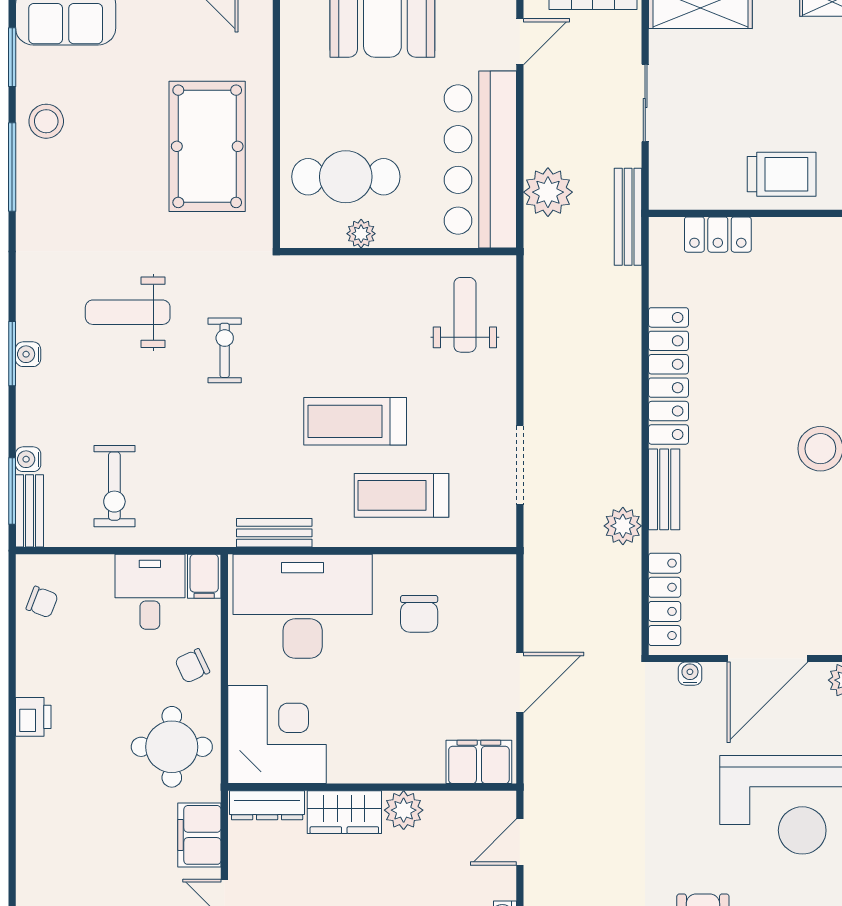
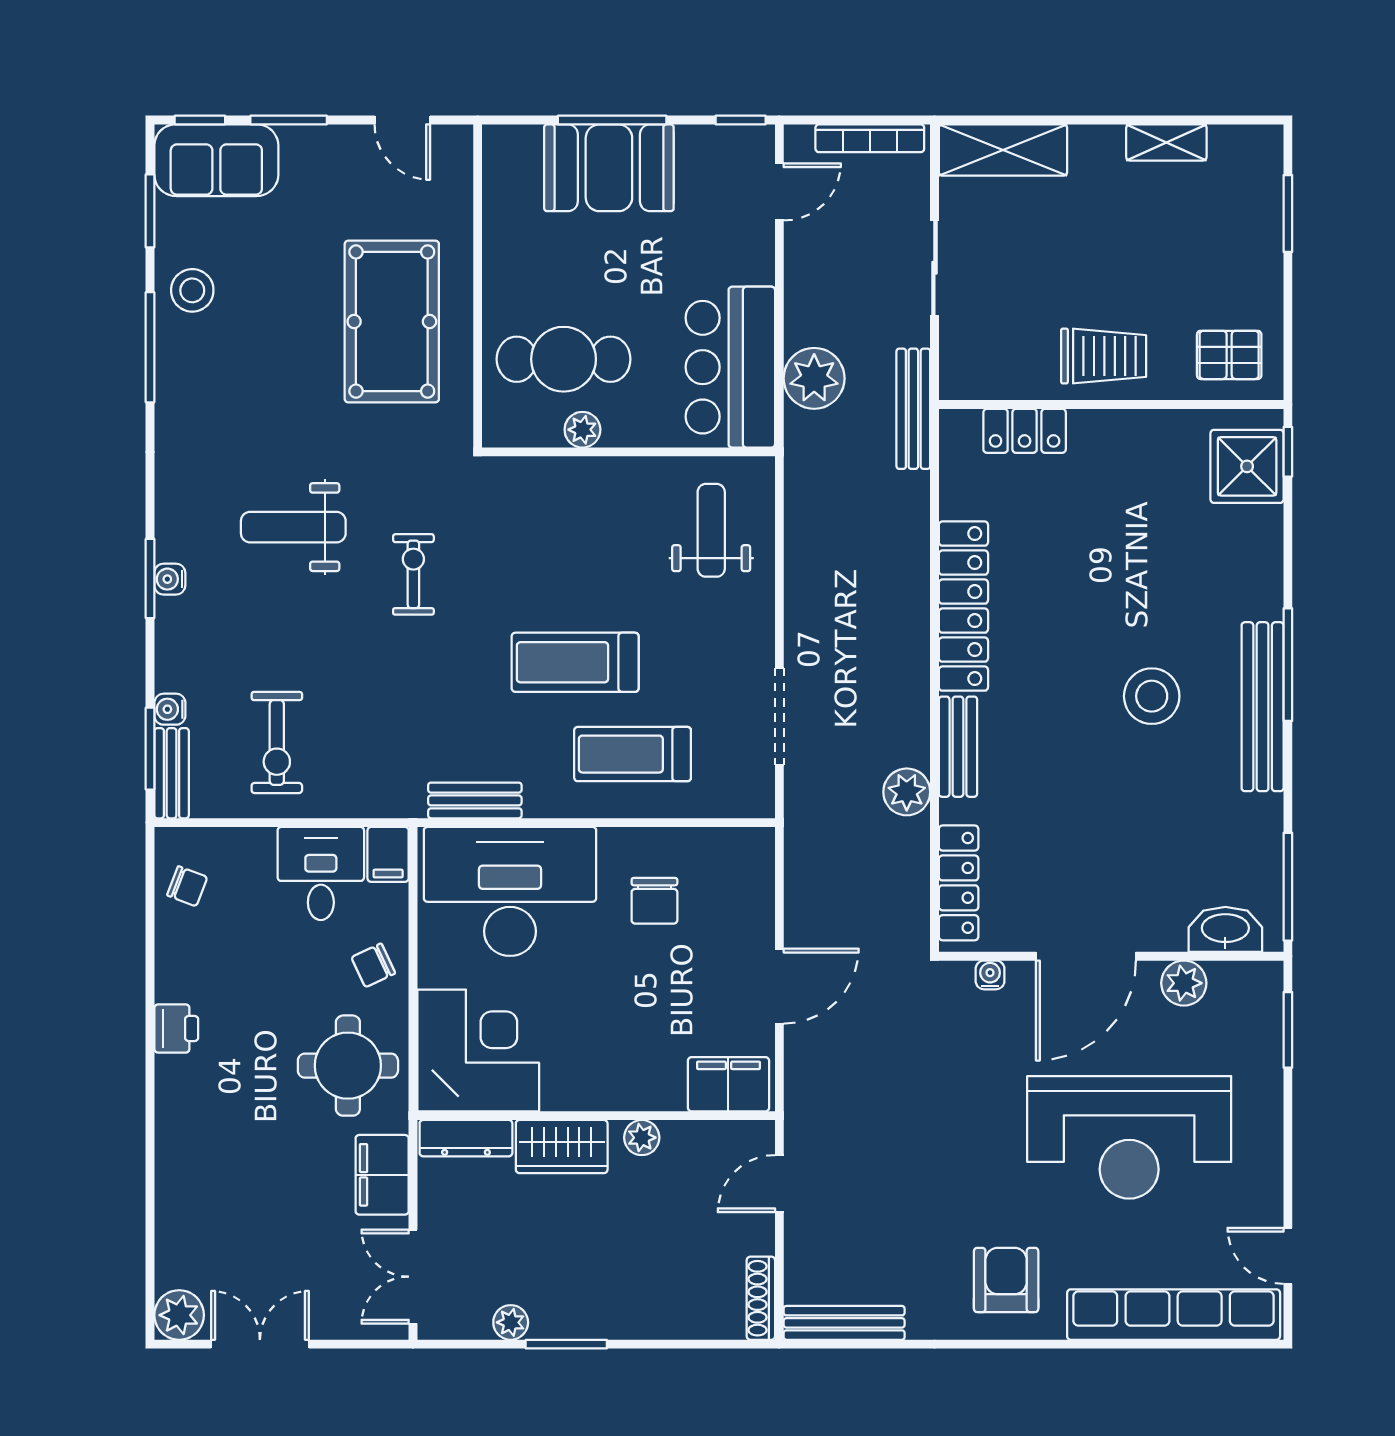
bar counter: (480, 160) -> (730, 367), width x0.73
plant: (404, 810) -> (642, 1138), width x0.73, depth x0.73

